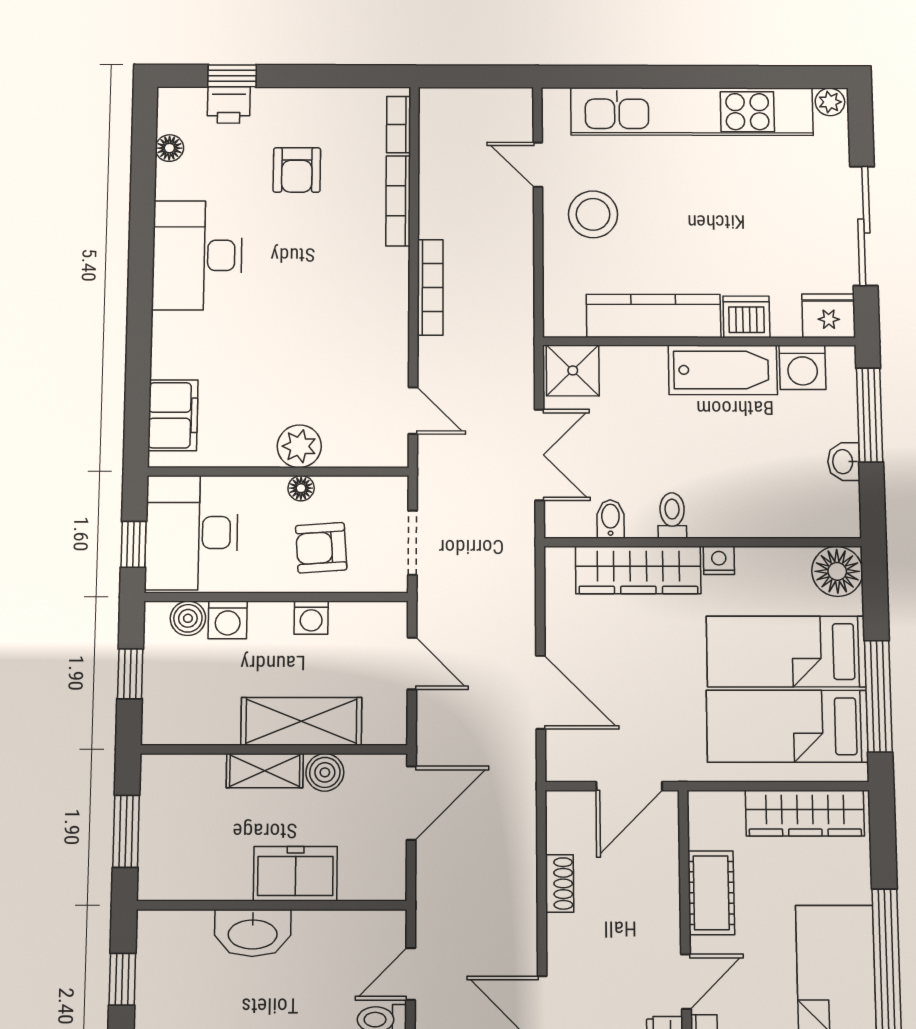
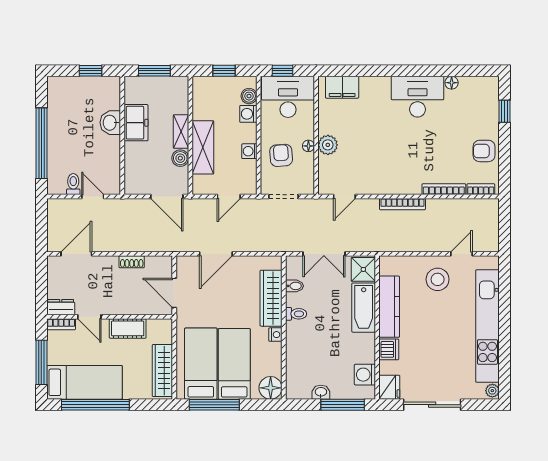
printer: (229, 105) -> (490, 110), removed
floor lamp: (169, 148) -> (452, 83), moved
armchair: (297, 170) -> (484, 151), moved
bathtub: (723, 370) -> (364, 308), moved
freezer: (295, 874) -> (136, 123), moved
washbasin: (253, 933) -> (110, 123), width x0.72

